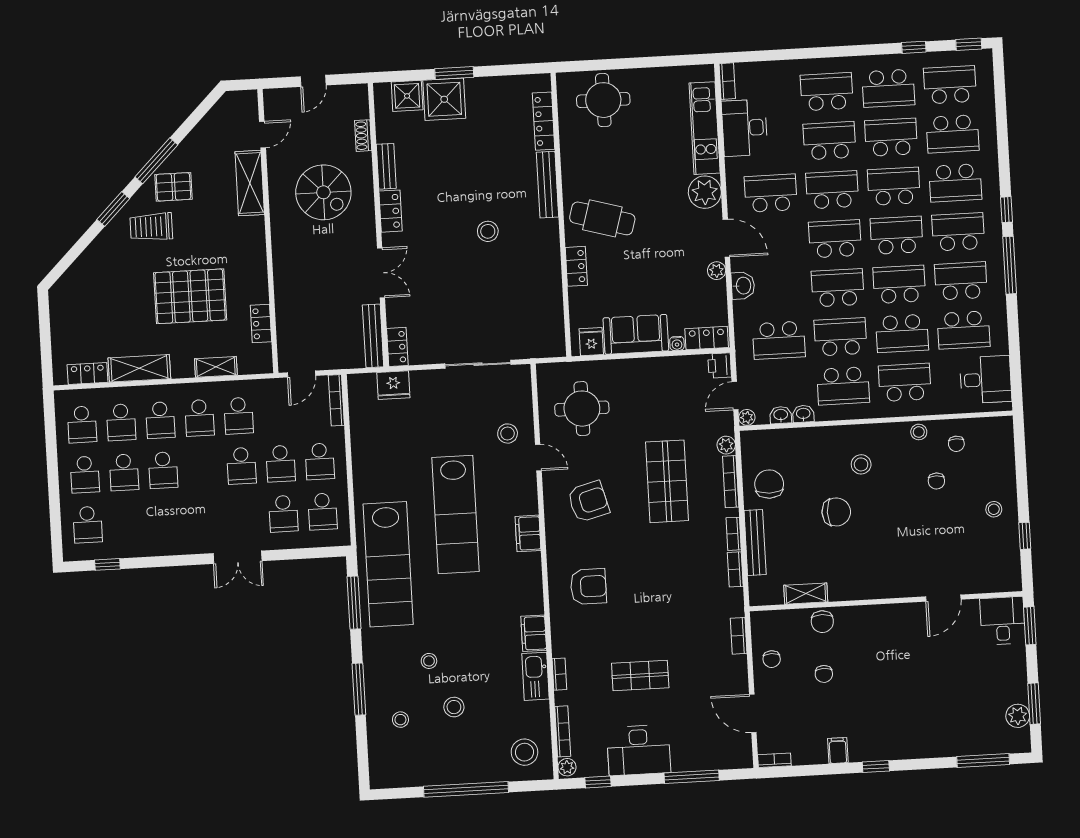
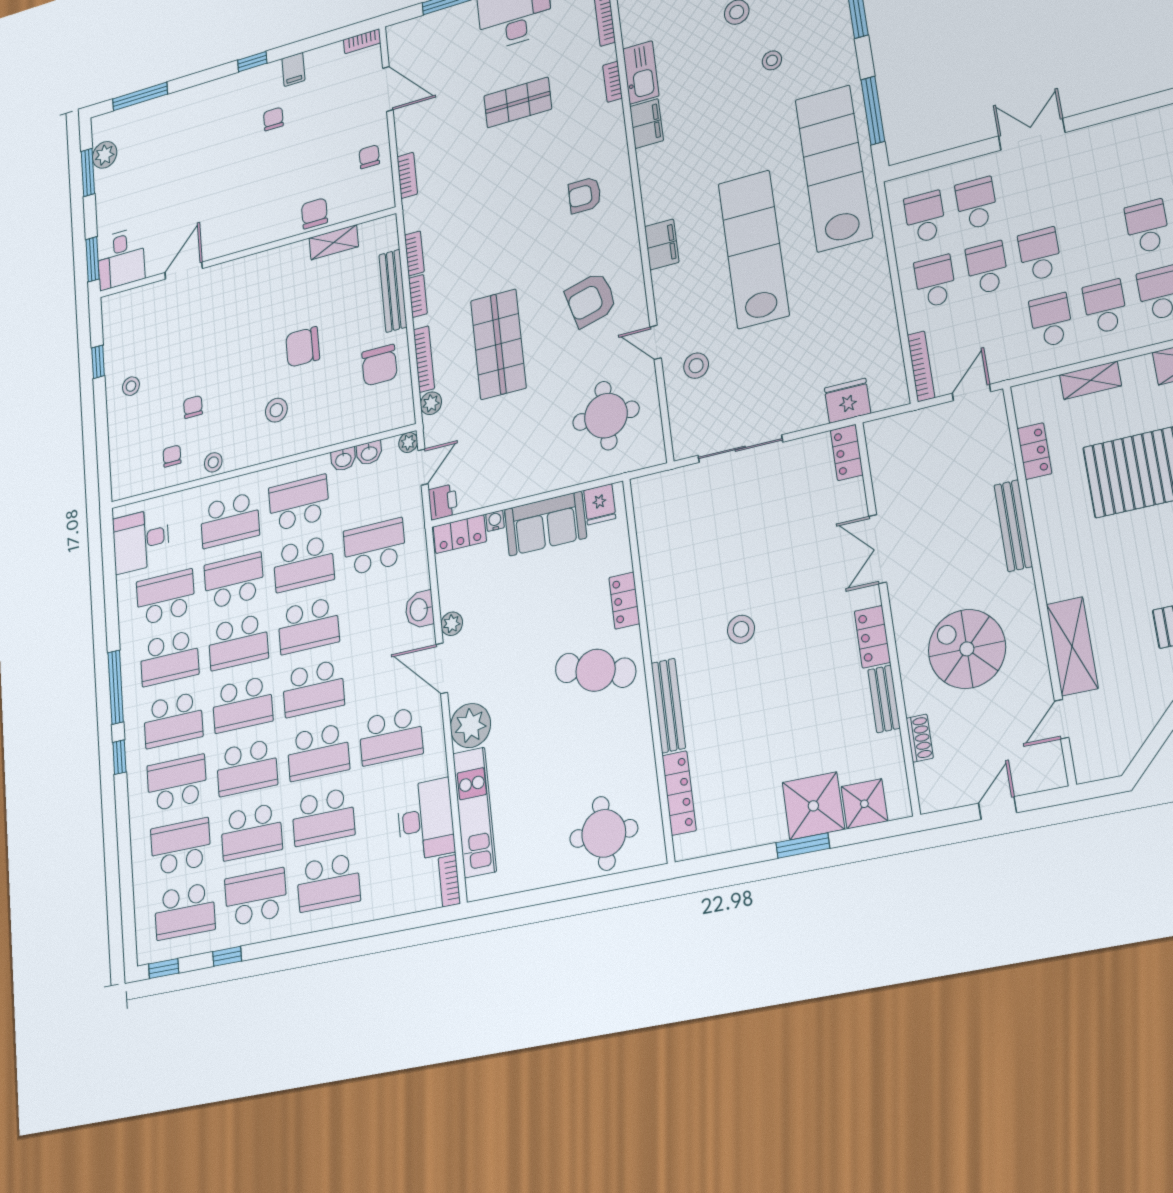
bench: (373, 336) -> (1013, 526), moved
armchair: (588, 586) -> (585, 195), width x0.72, depth x0.72
chair: (824, 674) -> (273, 119), moved

